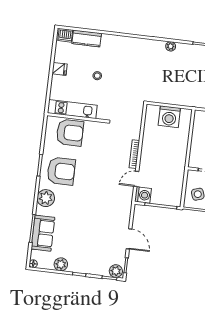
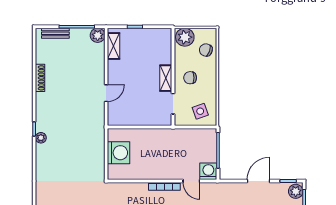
plant: (171, 46) -> (41, 138), moved

